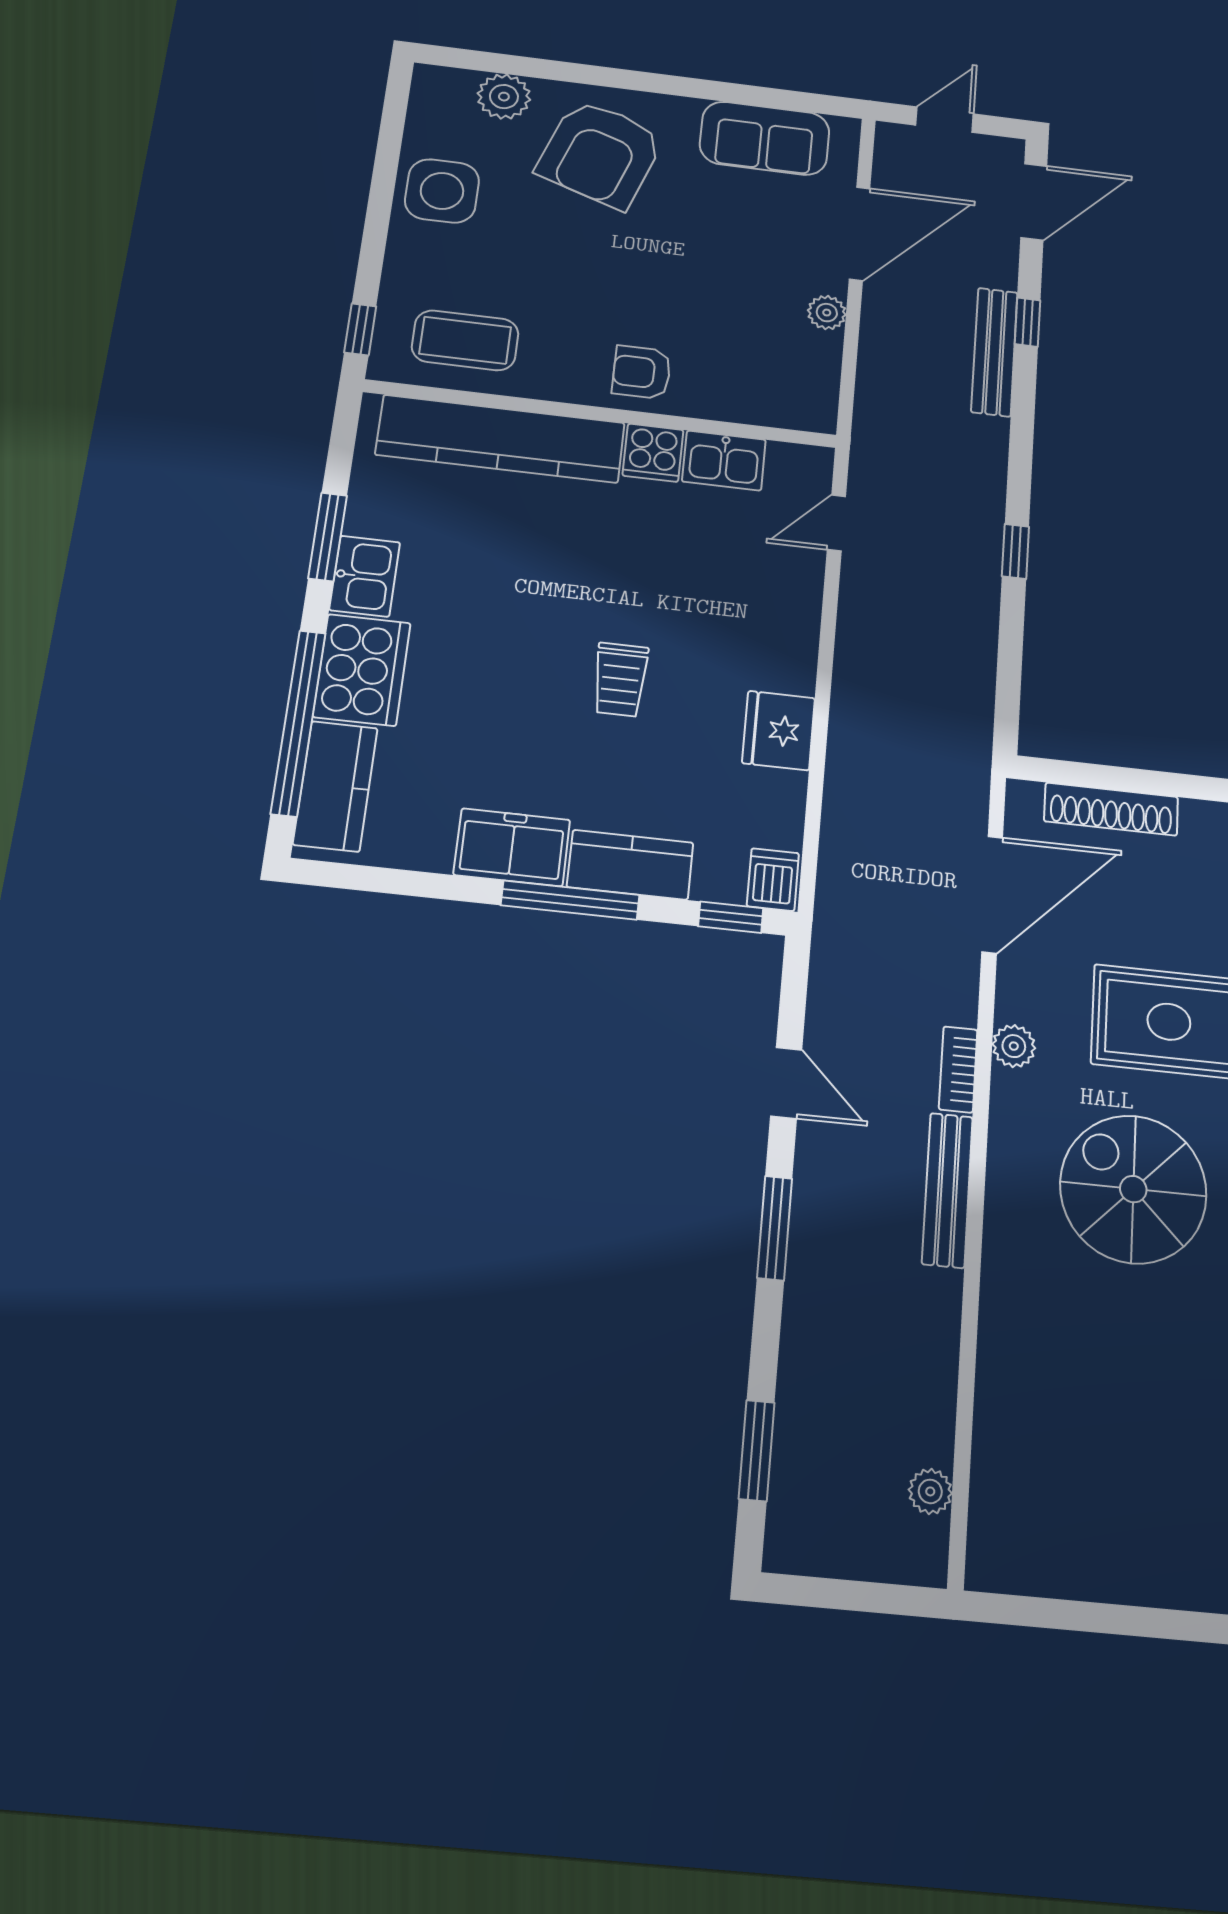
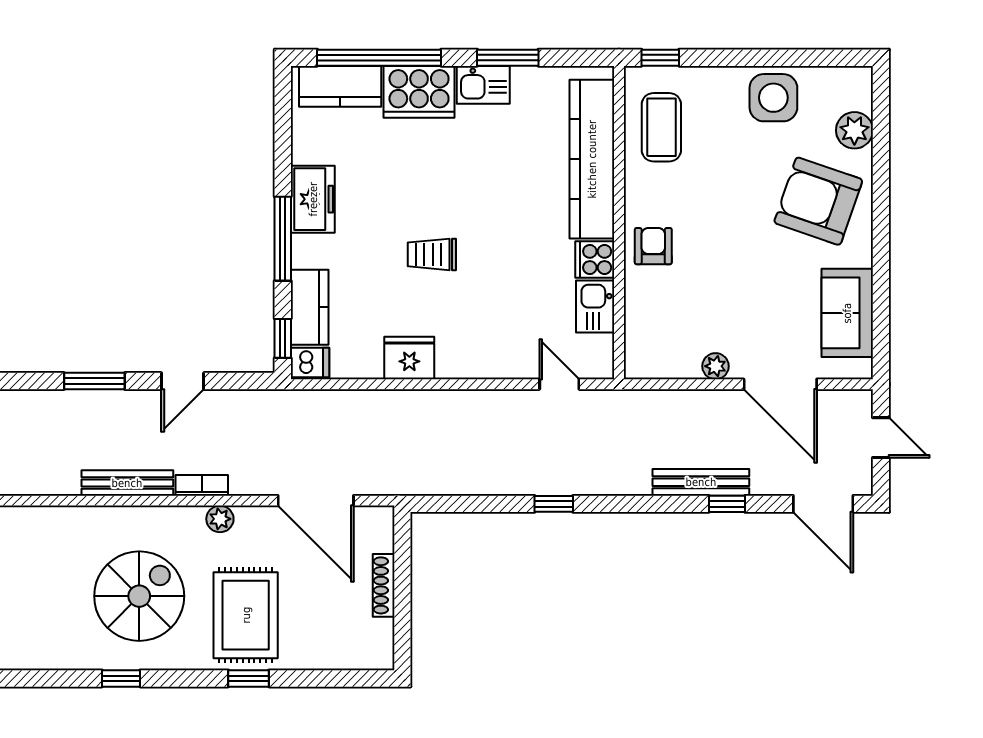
shoe rack: (1111, 809) -> (384, 585), width x0.74, depth x0.81
kitchen counter: (630, 865) -> (310, 307), moved

